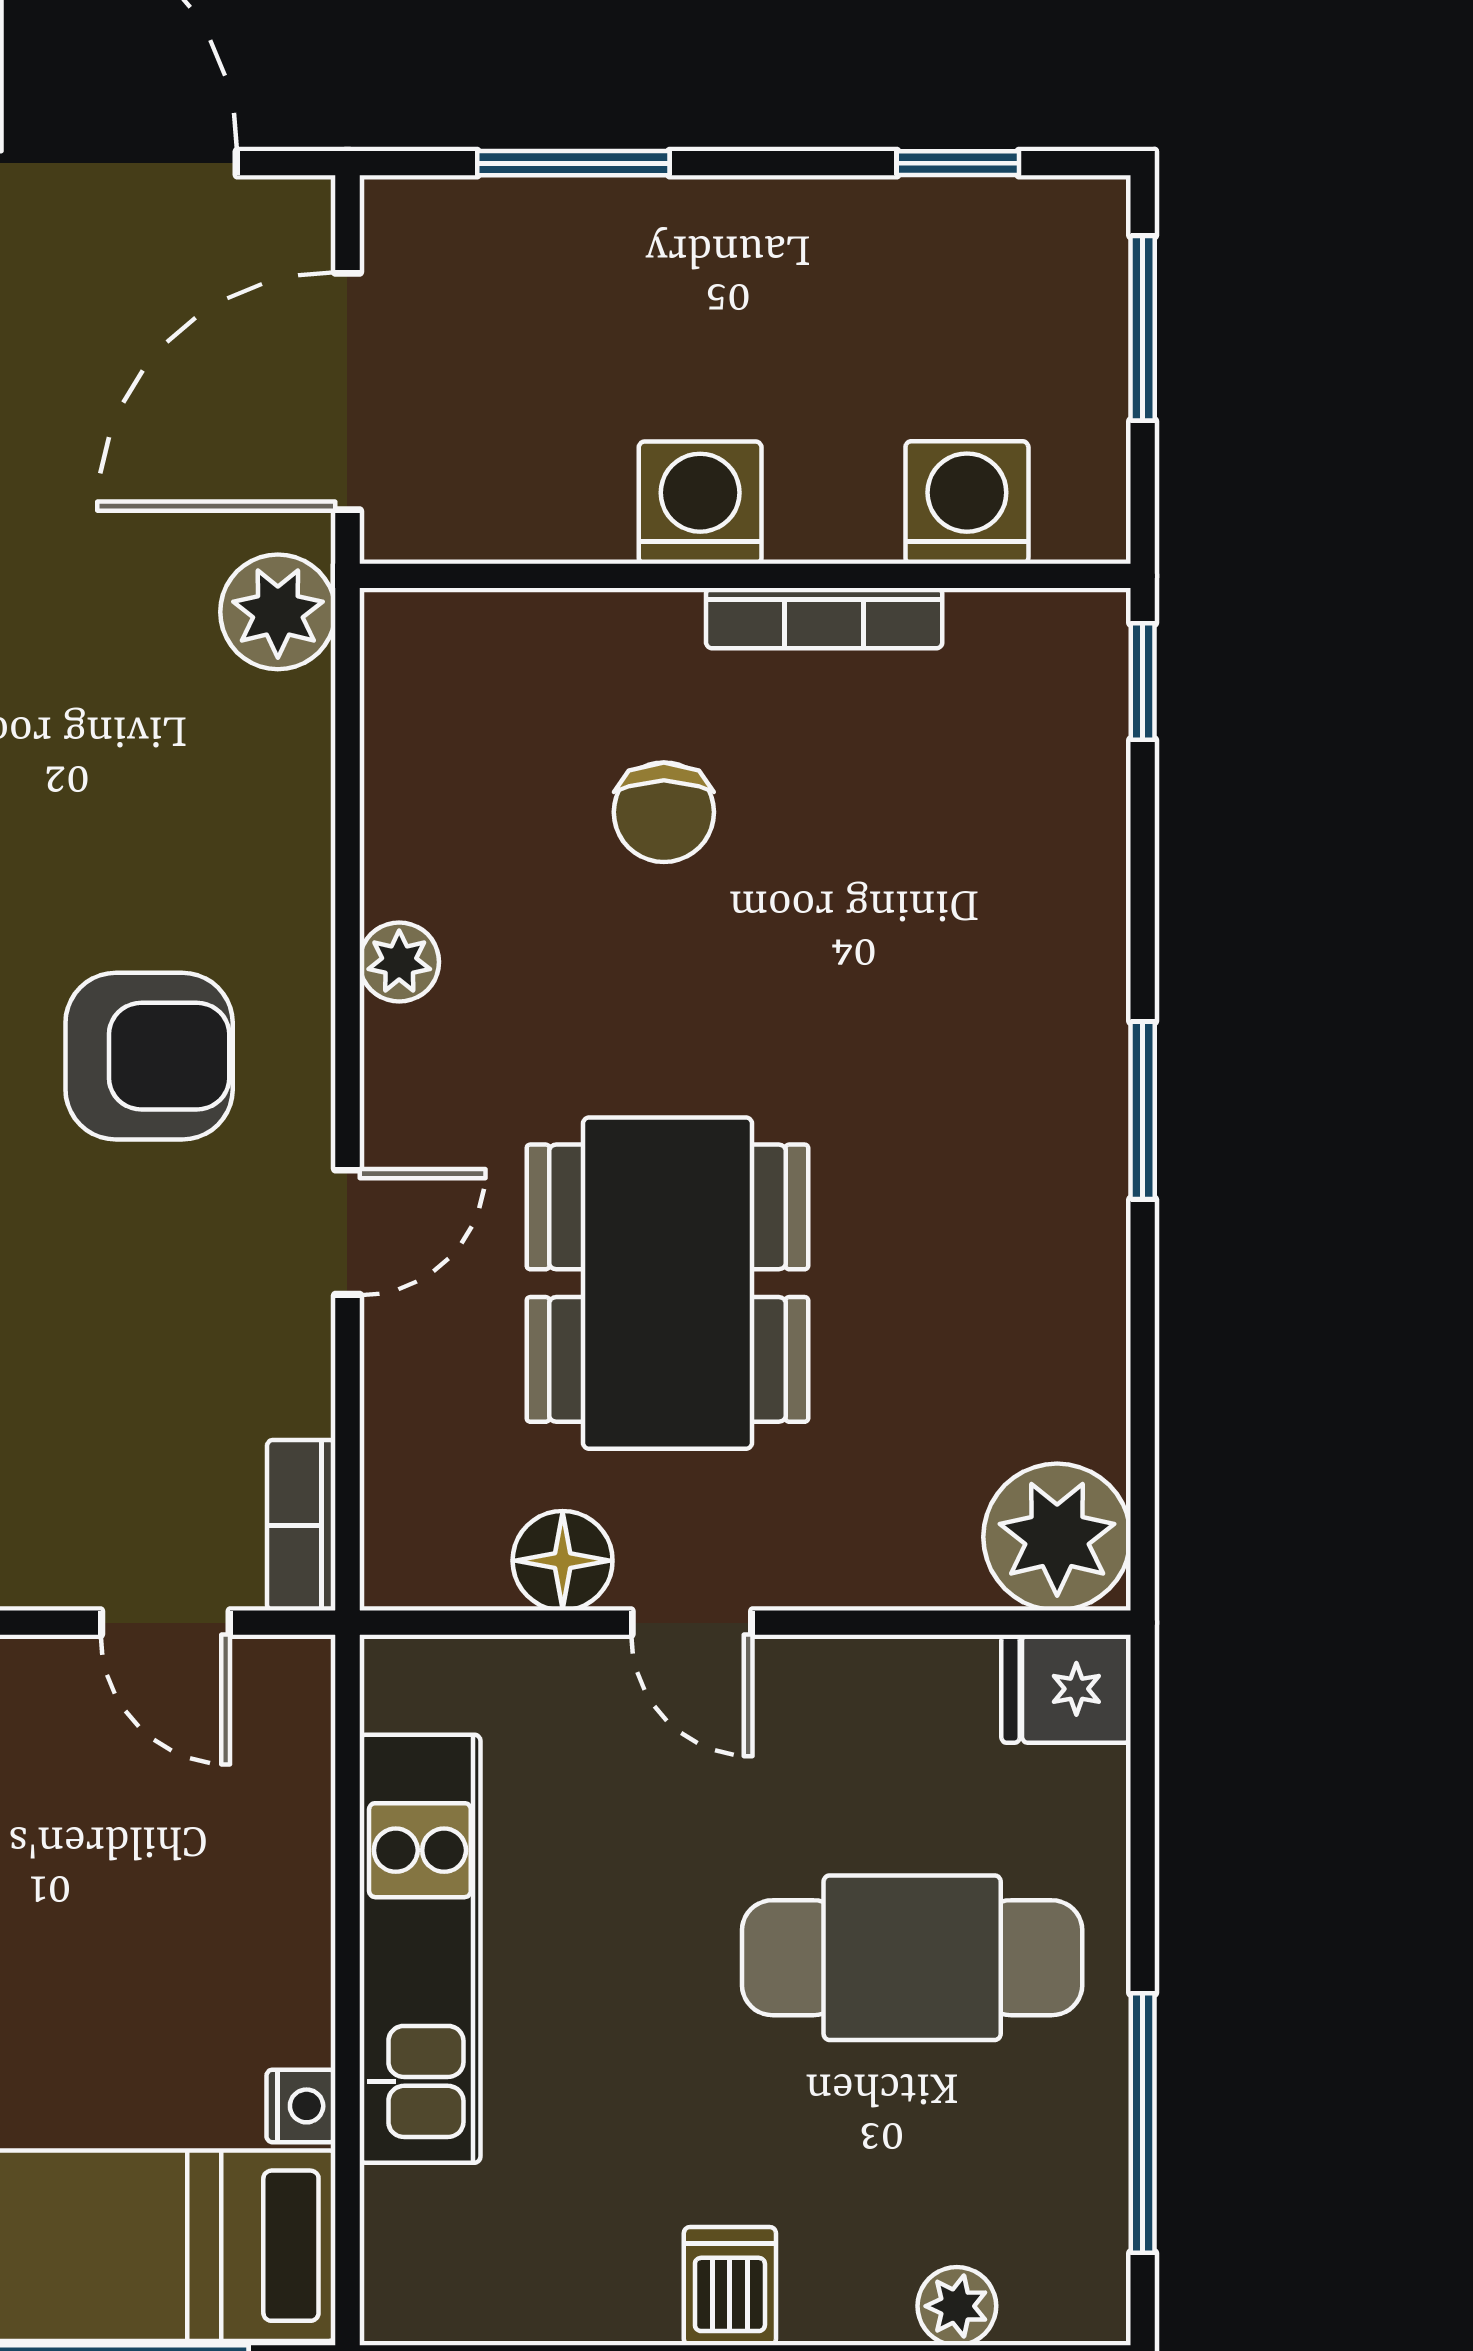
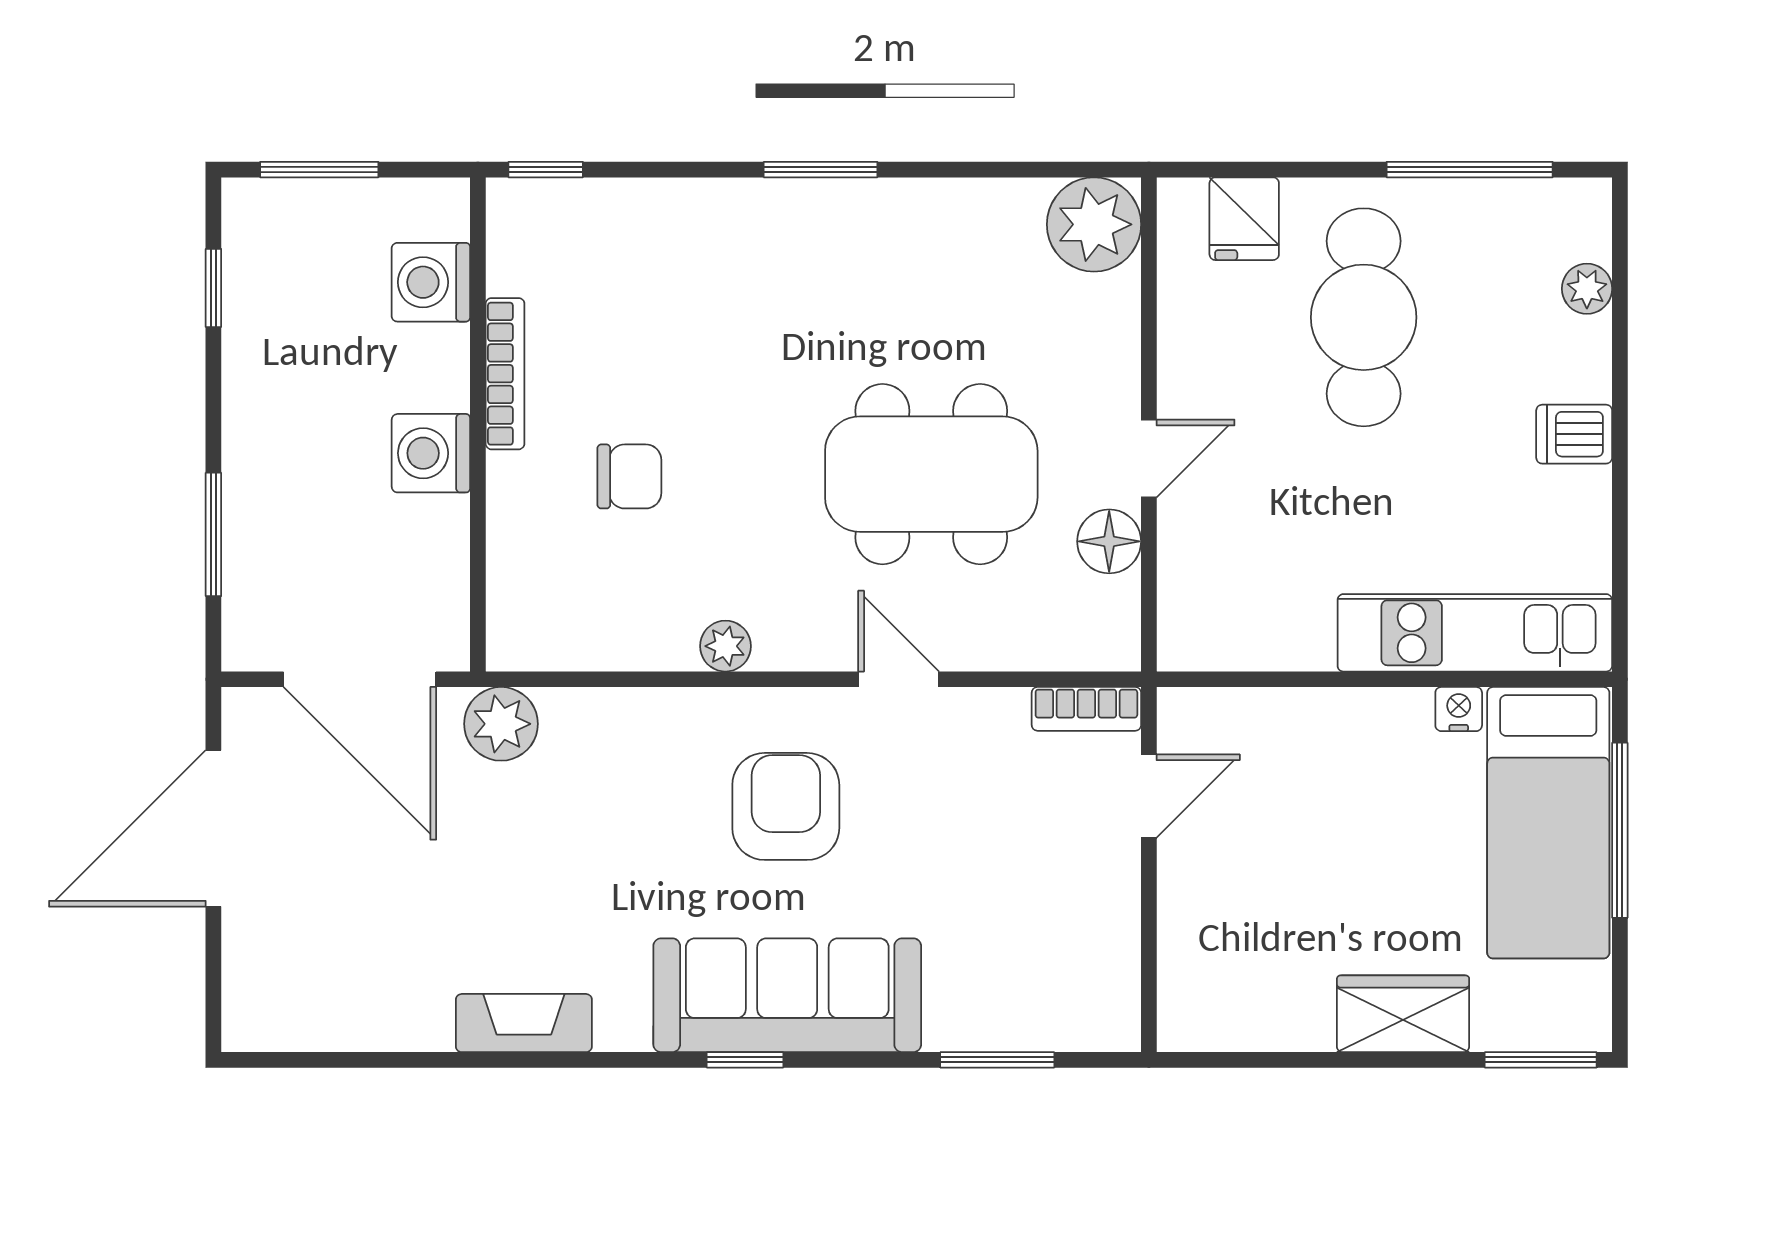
fridge: (1066, 1689) -> (1244, 219), moved
kitchen unit: (420, 1949) -> (1475, 633), moved

